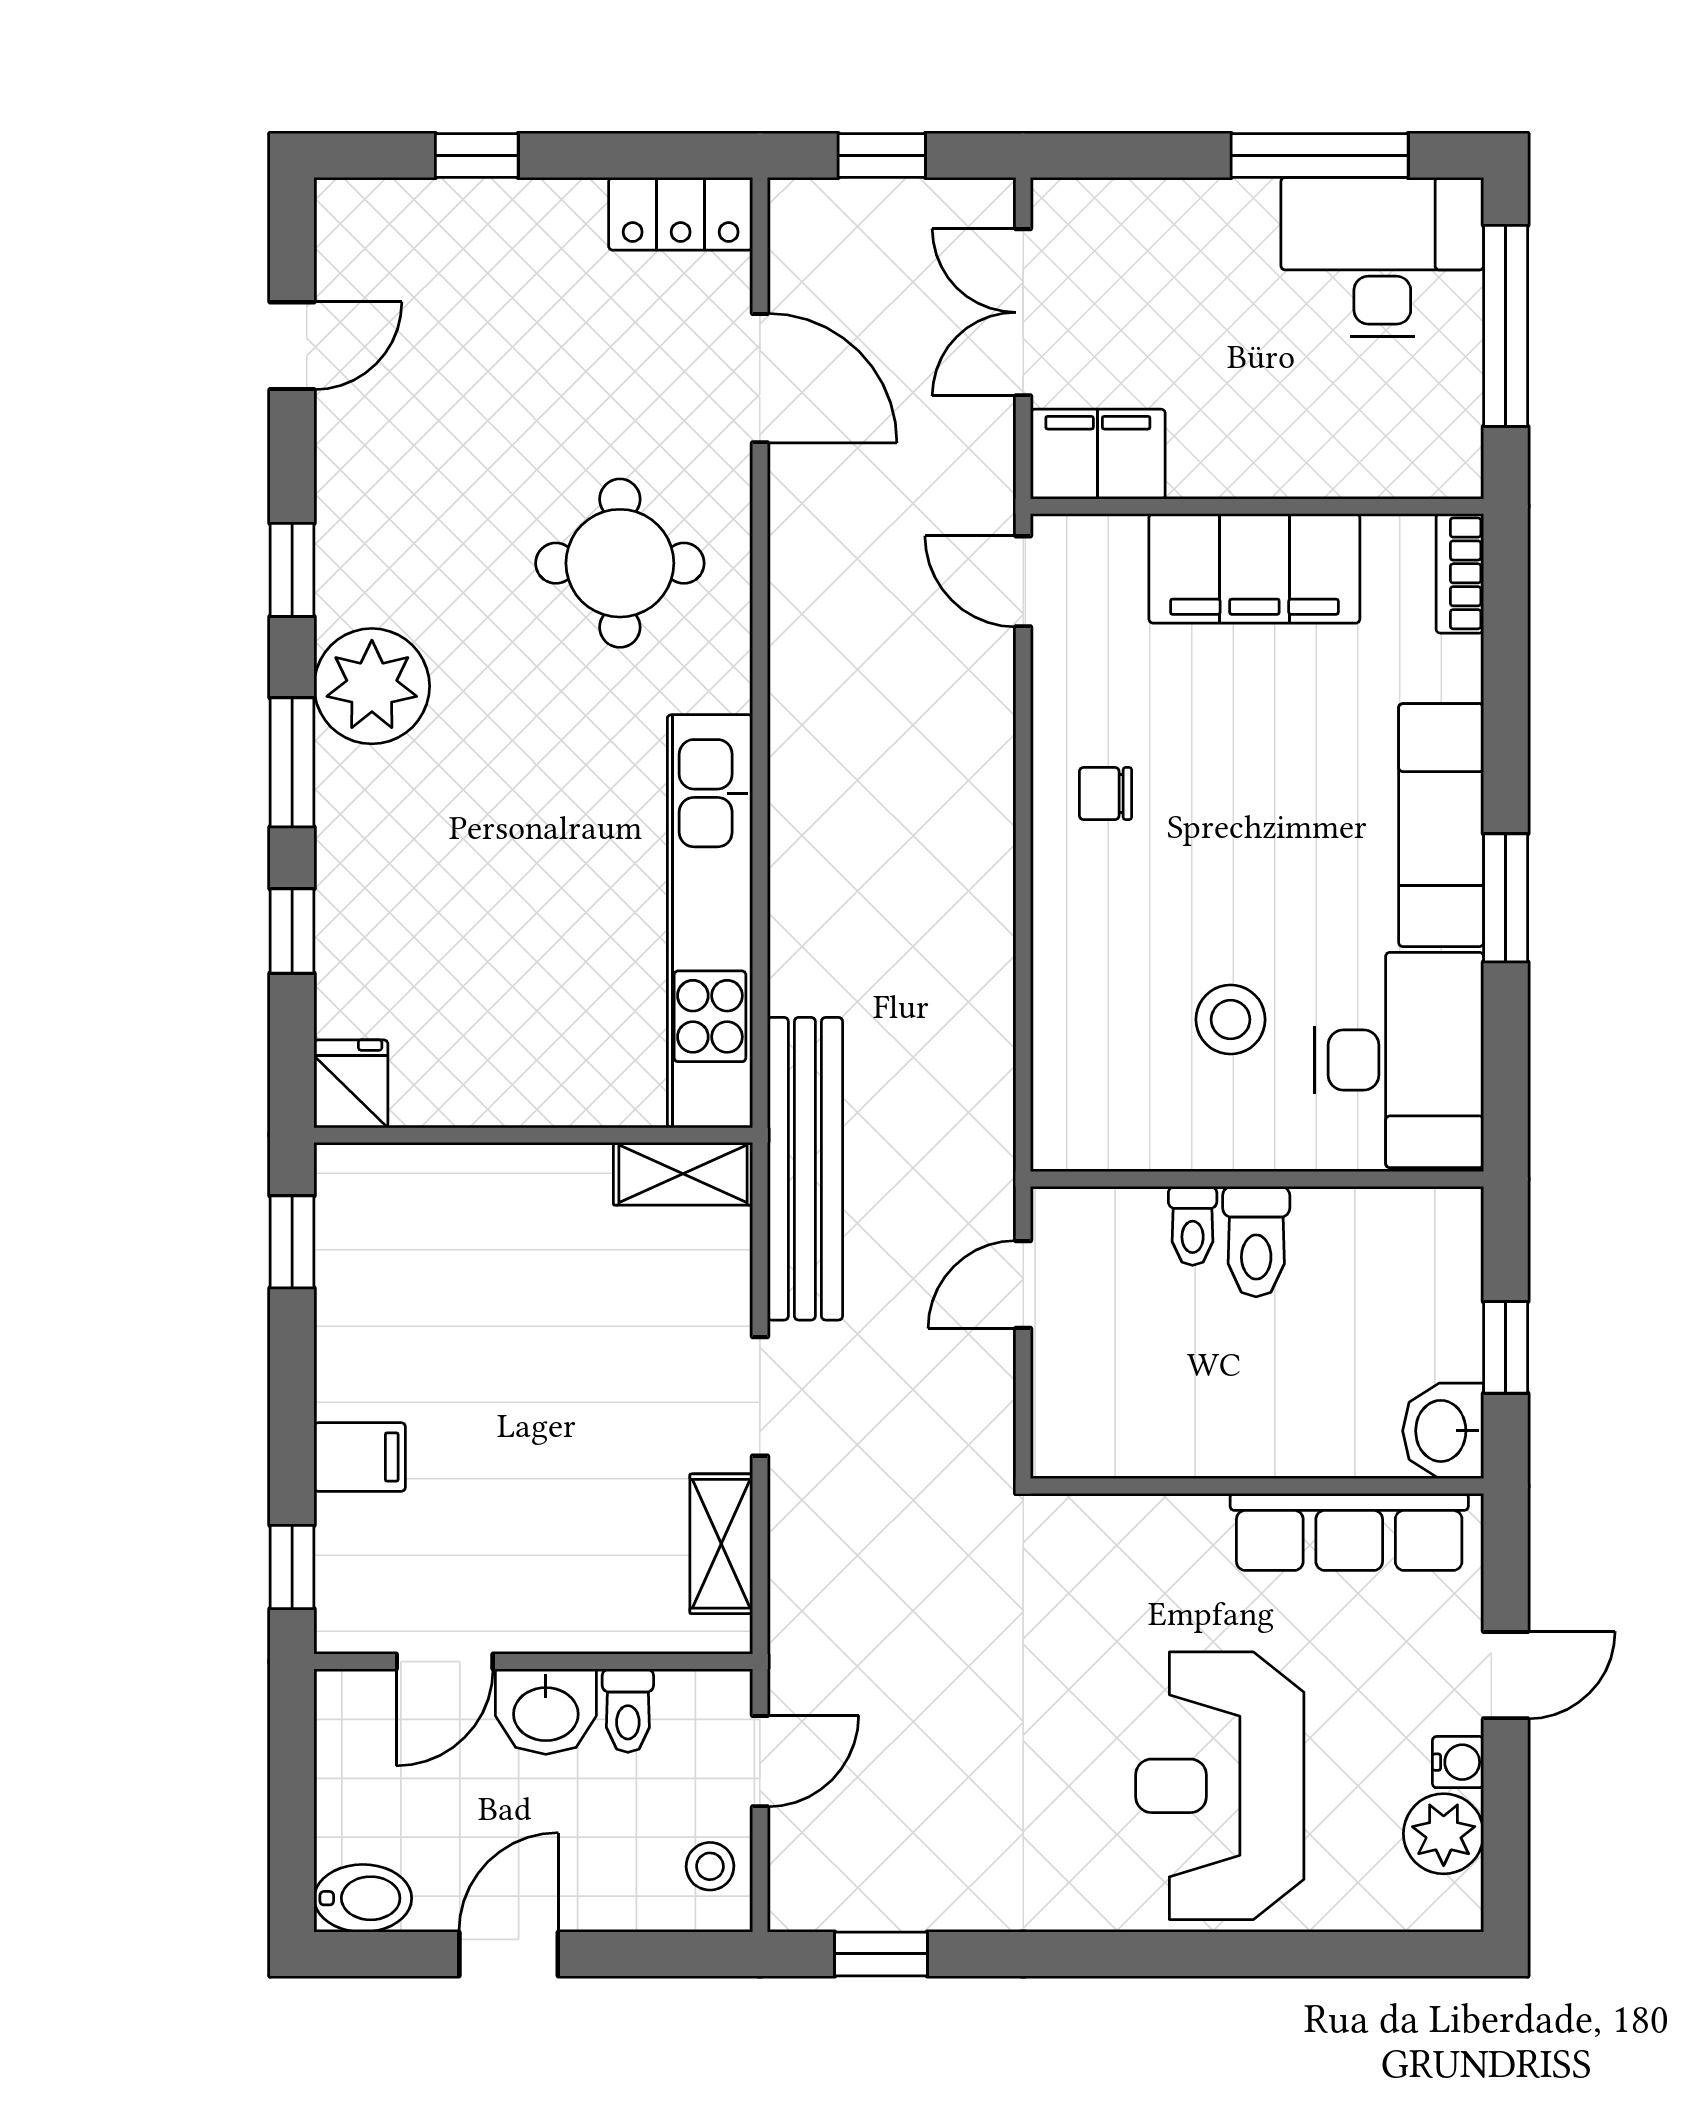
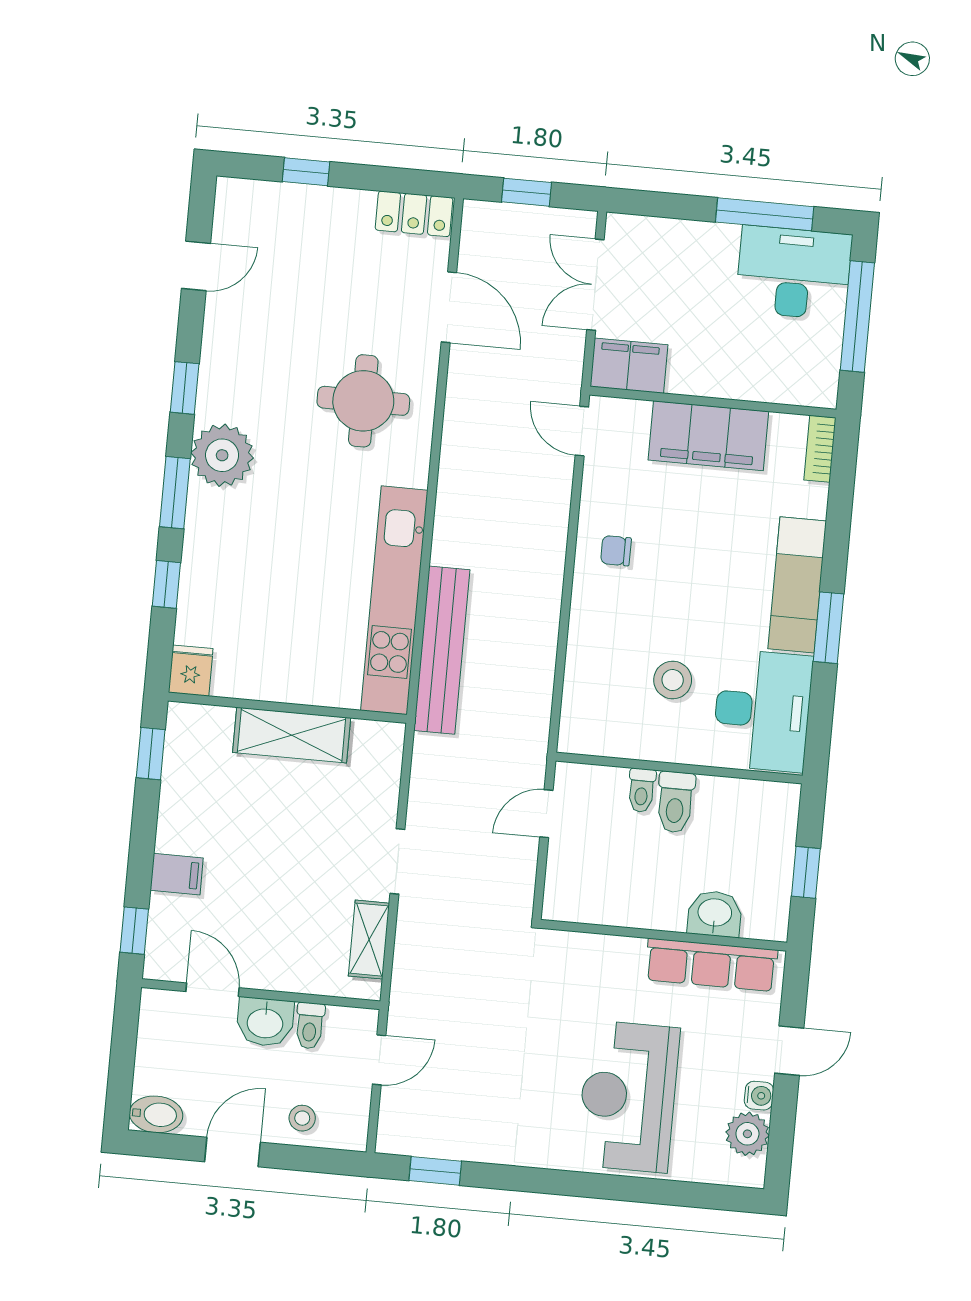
bench: (805, 1169) -> (442, 650), moved
shelving: (683, 1174) -> (292, 735), moved, width x1.50, depth x1.33
washbasin: (1443, 1431) -> (715, 914), moved, turned 90
door: (445, 1662) -> (213, 990), swing flipped
stool: (710, 1866) -> (302, 1118), moved

